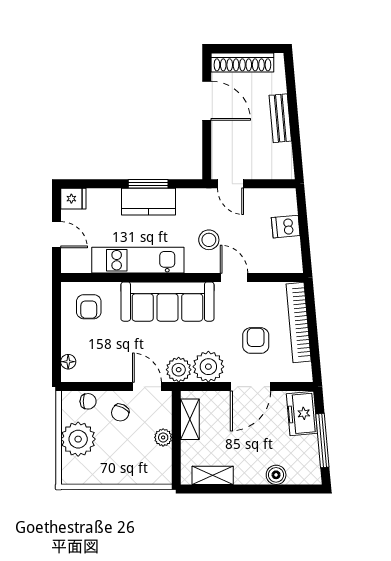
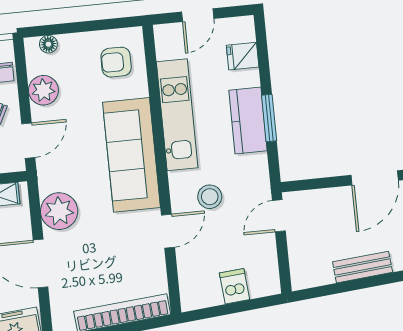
fridge: (73, 199) -> (243, 56), moved, turned 90
armchair: (256, 341) -> (96, 264), removed
plant: (179, 370) -> (43, 90), moved

